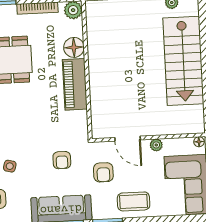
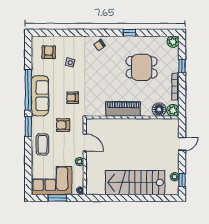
floor lamp: (74, 47) -> (159, 110), moved
door: (128, 139) -> (85, 143), swing flipped

